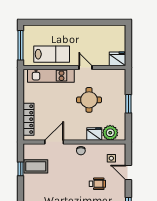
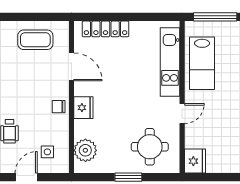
round table: (89, 100) -> (150, 147), moved
fridge: (94, 134) -> (83, 108), moved
coffee table: (36, 166) -> (35, 40), turned 90
window: (21, 169) -> (32, 17), removed

